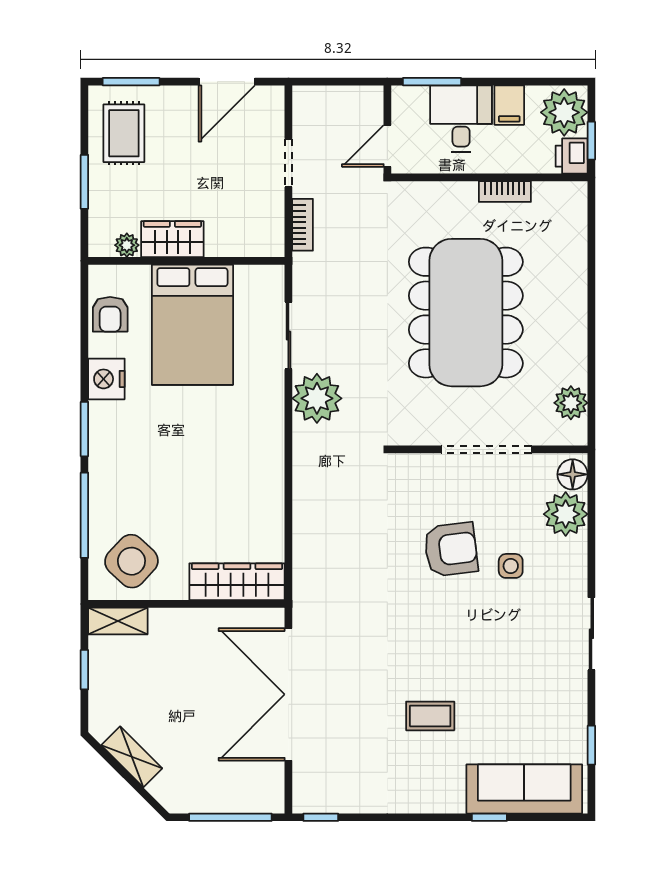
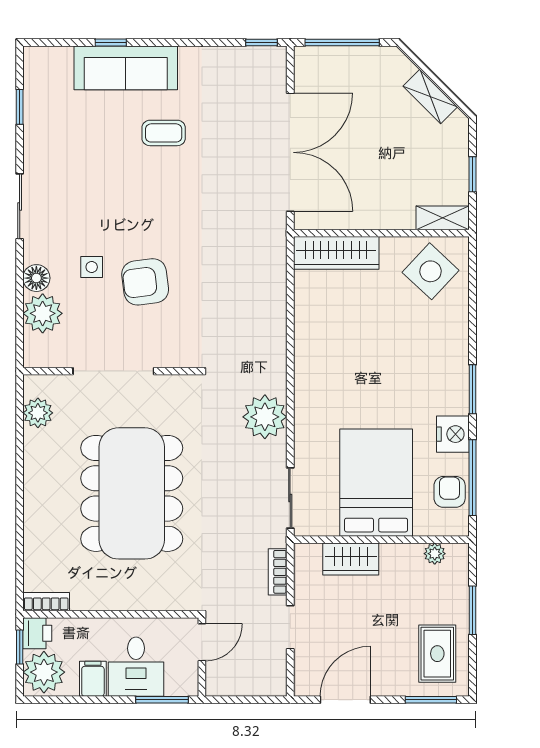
bookcase: (505, 192) -> (46, 602), moved
wardrobe: (172, 239) -> (351, 559), moved
sliding door: (288, 336) -> (290, 498), moved
floor lamp: (573, 474) -> (36, 278), moved
window: (84, 515) -> (473, 478), moved
sofa: (524, 789) -> (126, 68), moved

